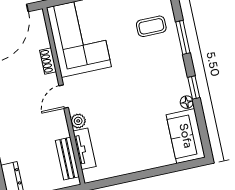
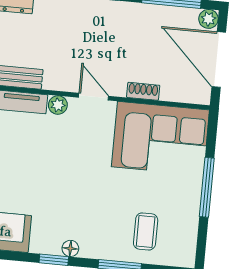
floor lamp: (187, 102) -> (70, 248), moved

